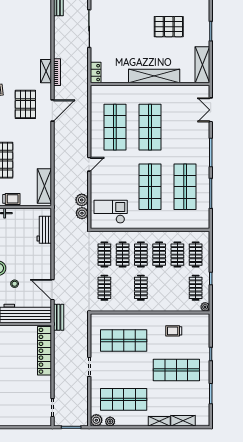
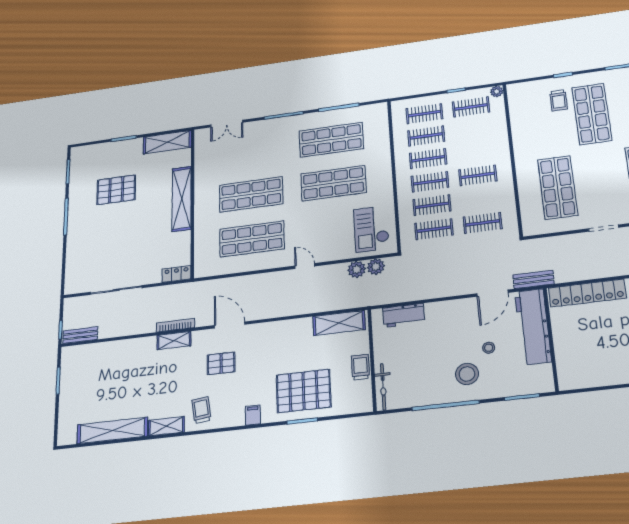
pallet: (169, 27) -> (116, 190), turned 90
pallet: (25, 104) -> (221, 363), width x0.67, depth x0.71
trolley: (174, 331) -> (559, 100), moved

